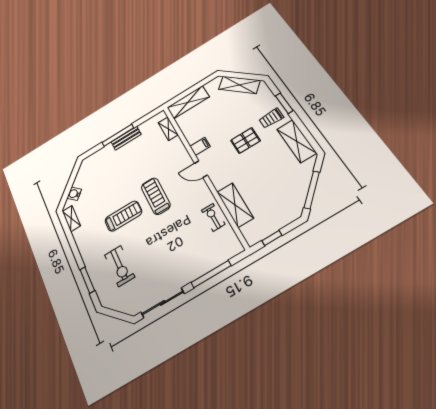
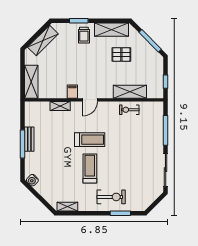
shelving: (168, 129) -> (60, 106), moved
pallet: (245, 141) -> (121, 54), moved, turned 90
water cooler: (74, 194) -> (32, 180), moved
treadmill: (156, 196) -> (90, 140), turned 180
exercise bike: (120, 266) -> (111, 197), moved

